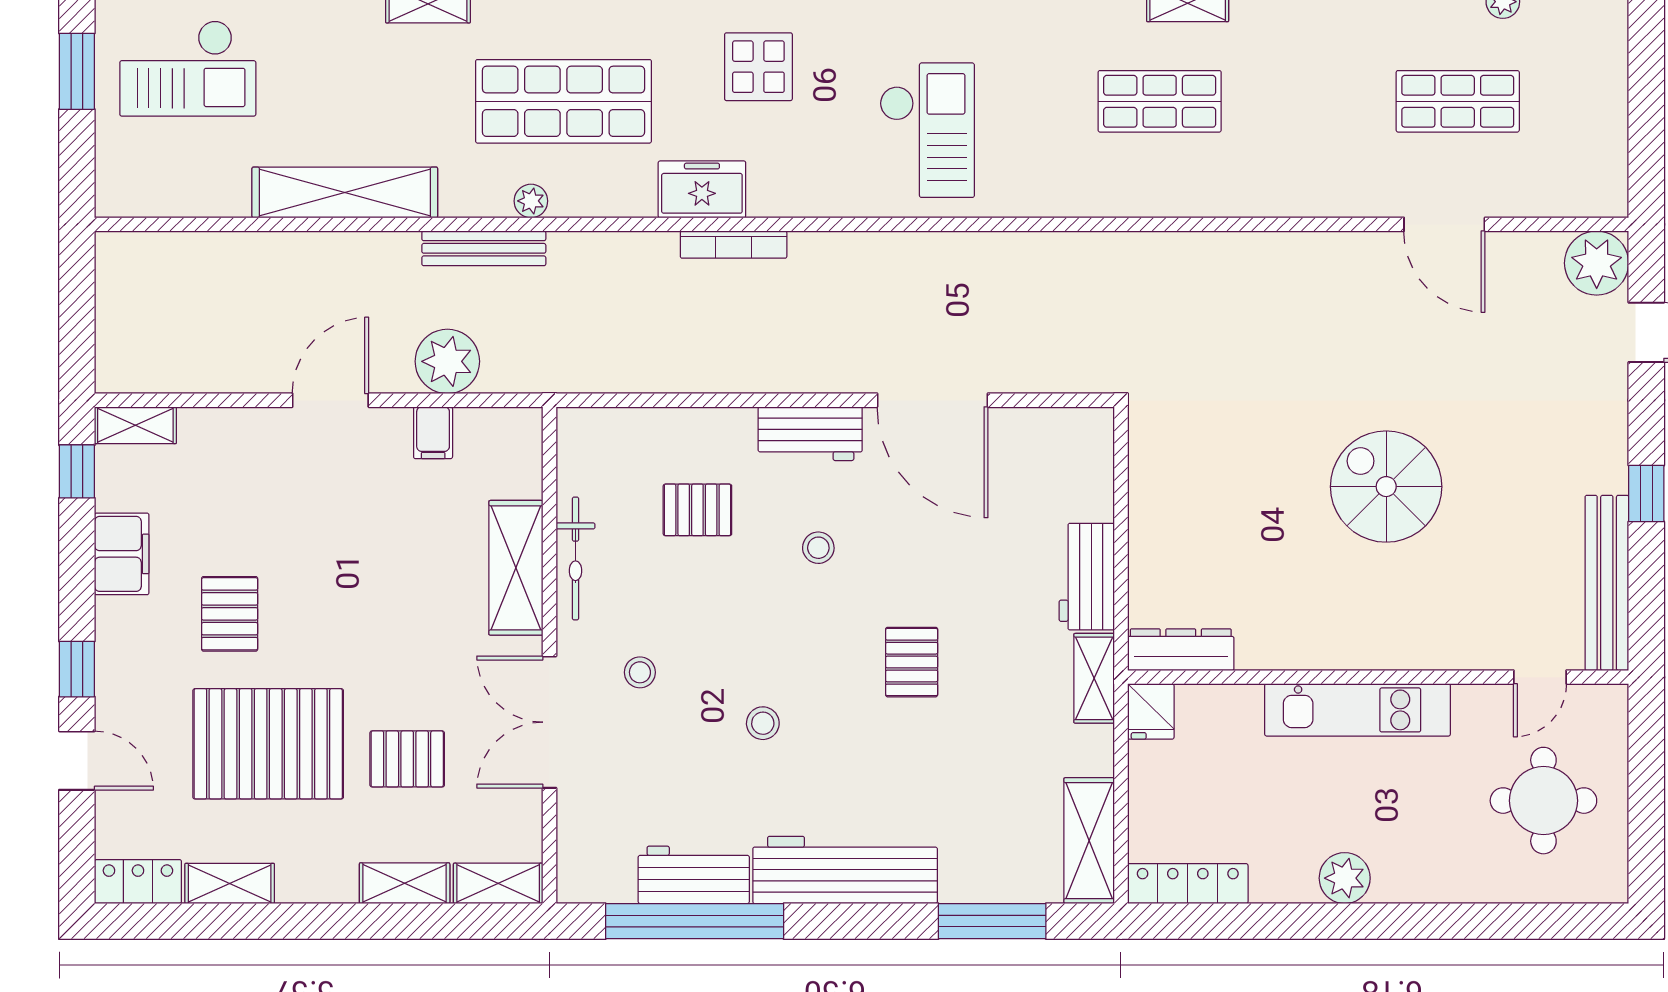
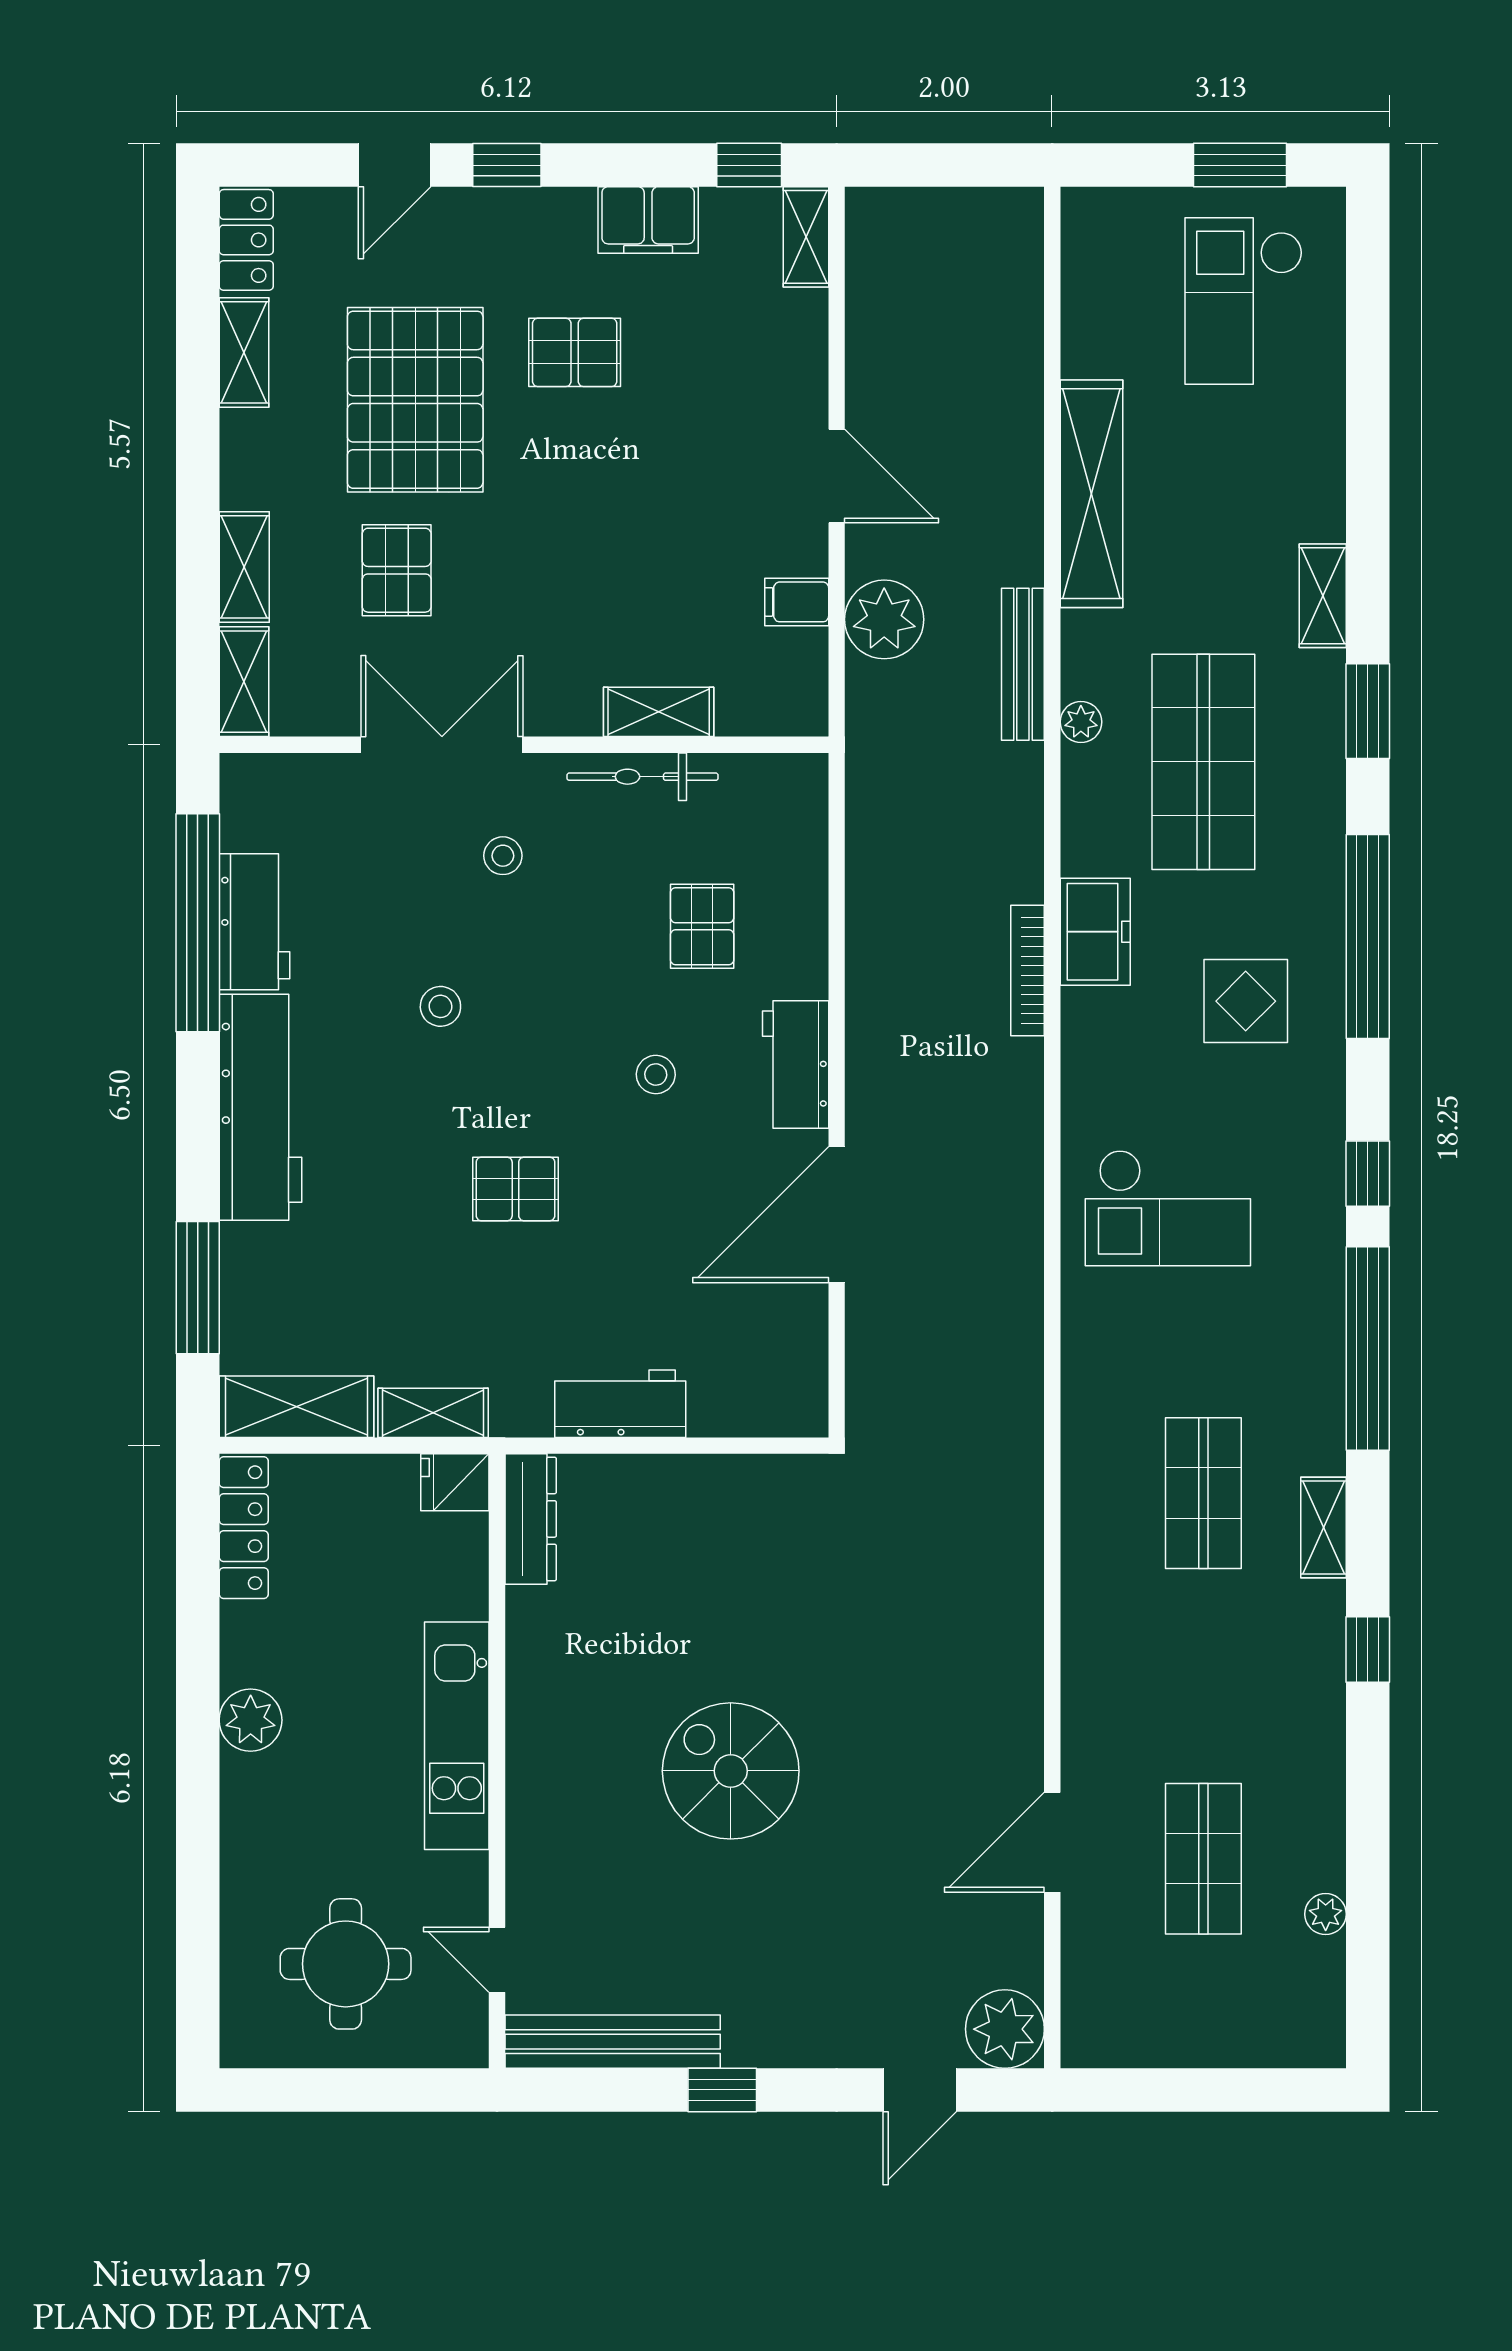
spiral stairs: (1386, 487) -> (731, 1771), turned -90
shelving: (516, 568) -> (659, 712), width x0.67, depth x0.75
shelving: (1094, 678) -> (433, 1413), moved

